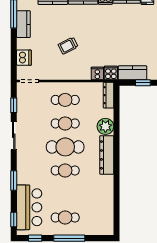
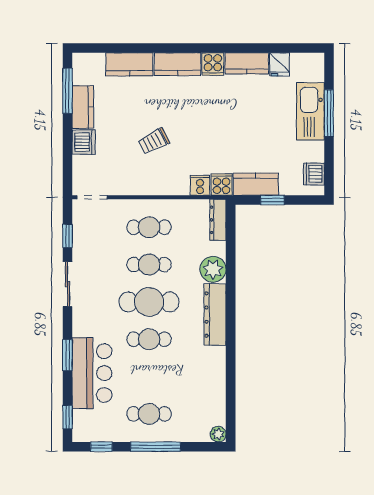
dishwasher: (24, 58) -> (84, 142), moved
bar counter: (29, 207) -> (92, 373), moved
plant: (109, 230) -> (218, 434), added

